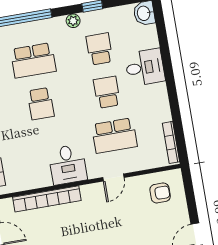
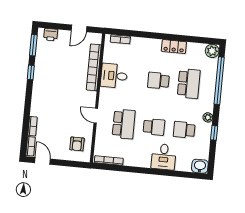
school desk: (99, 49) -> (184, 130), turned 180
school desk: (33, 60) -> (189, 84), turned 180
school desk: (114, 136) -> (124, 124), turned 180
desk: (68, 165) -> (114, 76), moved

